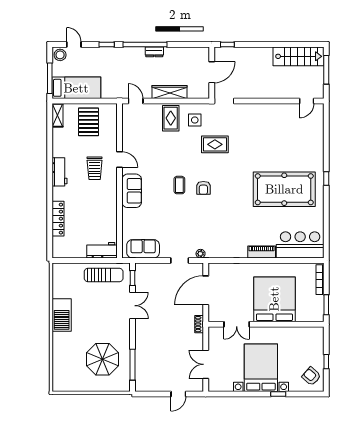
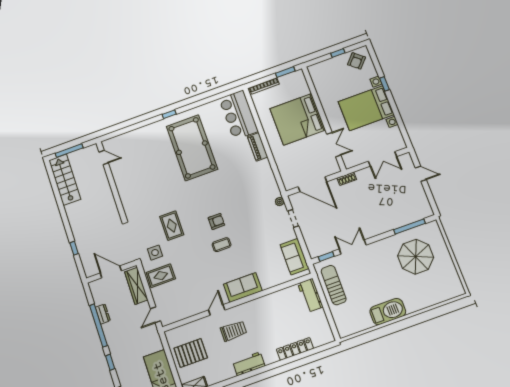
door: (212, 72) -> (111, 272), moved
wall: (212, 73) -> (111, 272), moved

